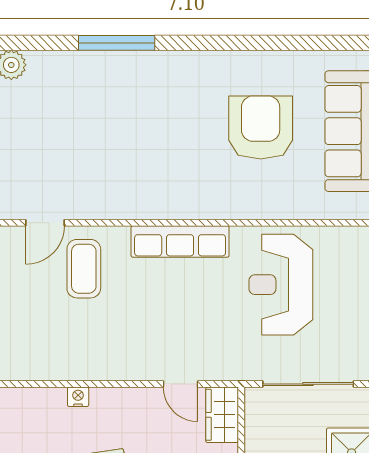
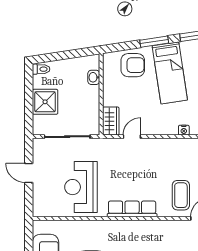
reception desk: (281, 285) -> (81, 187), turned 180
door: (180, 384) -> (132, 137), hinge flipped

